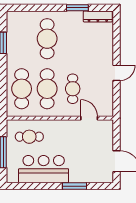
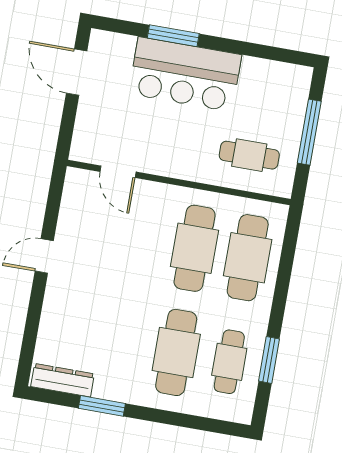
cafe table: (73, 89) -> (229, 362), moved
bar counter: (44, 169) -> (185, 74), moved

